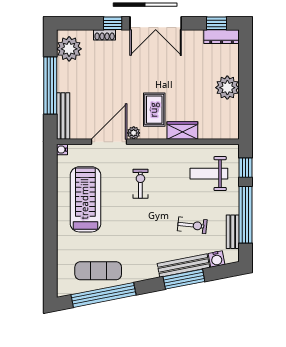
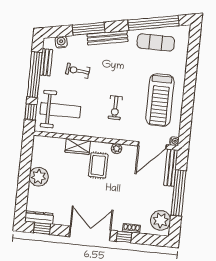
door: (109, 142) -> (152, 145), moved
weight bench: (209, 174) -> (60, 110), width x1.36, depth x1.33
bench: (183, 266) -> (107, 38), moved

